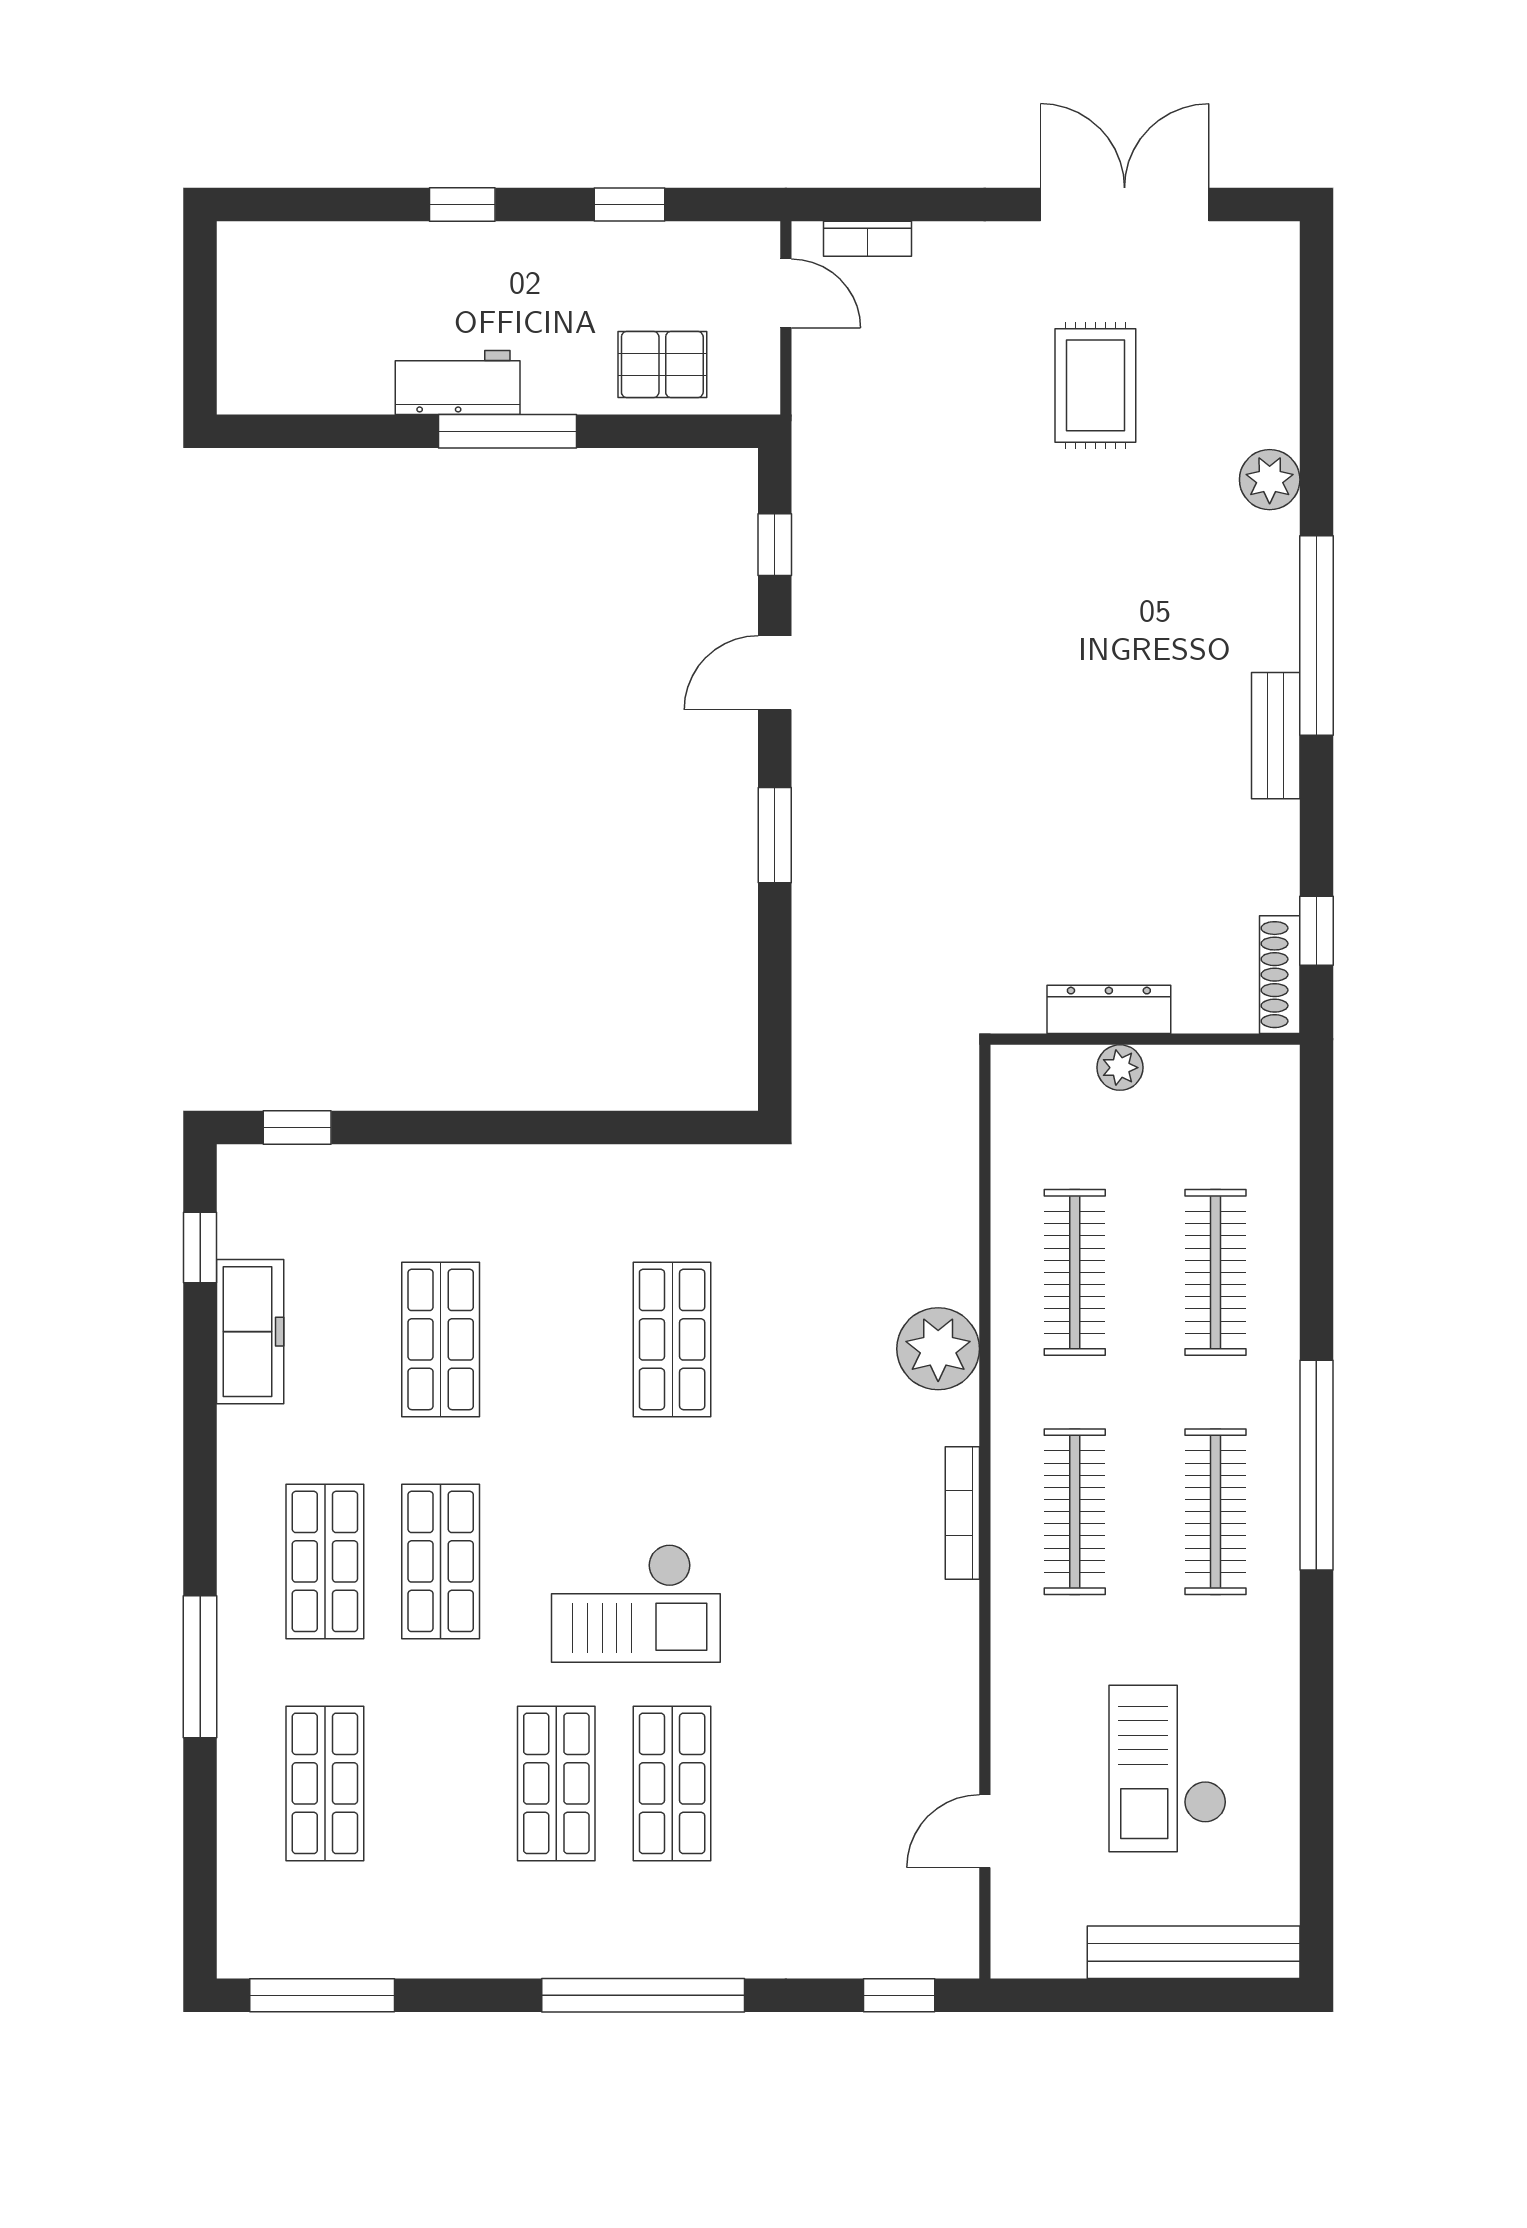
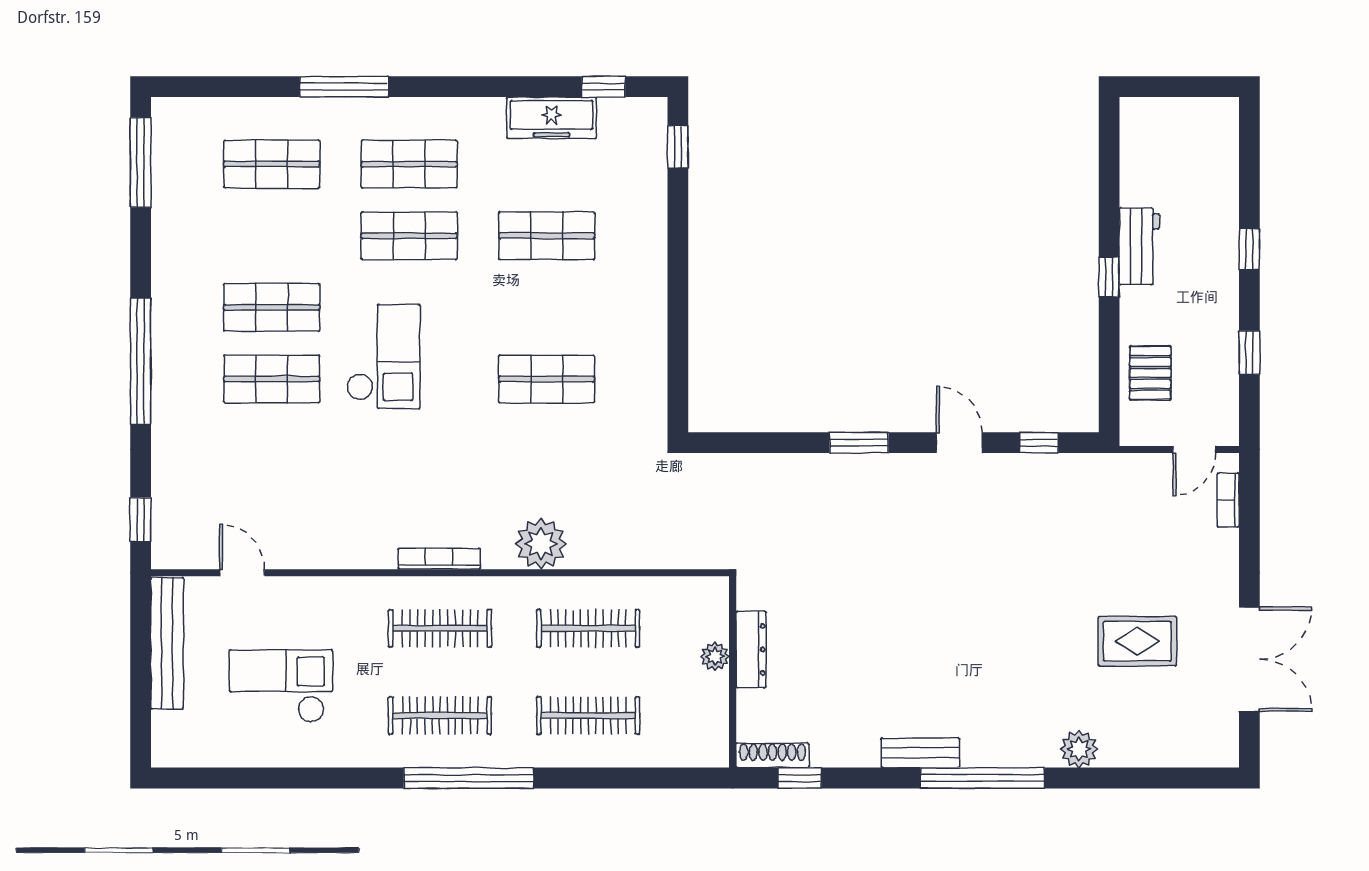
window: (507, 431) -> (1109, 277), width x0.46
checkout: (636, 1603) -> (383, 357), turned 180
bench: (1194, 1952) -> (167, 643), moved

